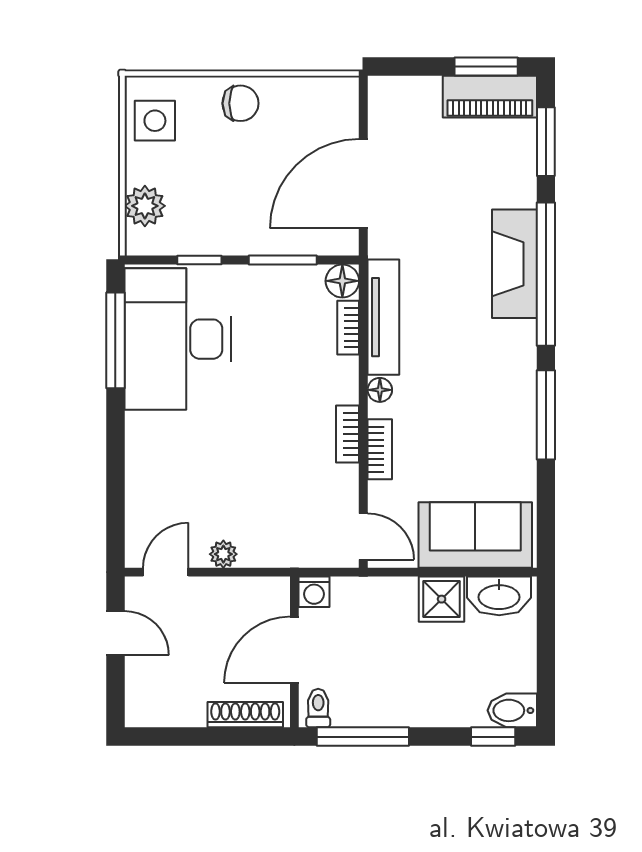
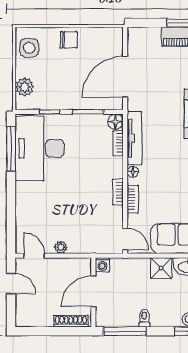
door: (166, 572) -> (34, 256), hinge flipped
toilet: (318, 708) -> (144, 318), moved

